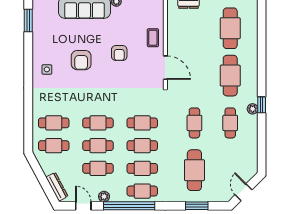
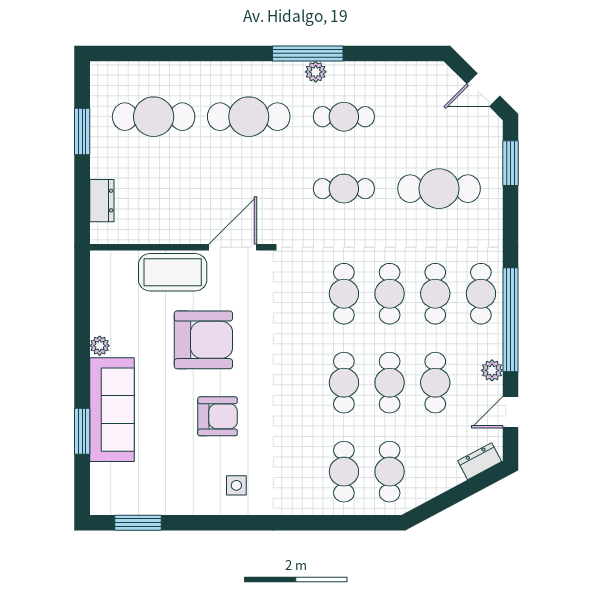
coffee table: (153, 38) -> (173, 272), width x1.86, depth x1.72
armchair: (119, 53) -> (203, 340), width x1.88, depth x1.88
window: (262, 105) -> (308, 53), width x2.17
dresser: (57, 187) -> (480, 461), width x0.70
window: (197, 206) -> (510, 163), moved

